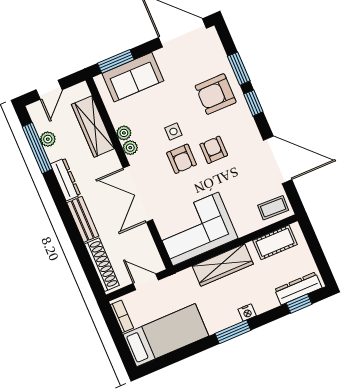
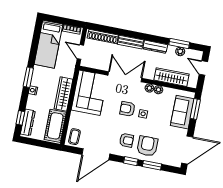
window: (37, 148) -> (179, 44), width x0.69
armchair: (214, 150) -> (126, 140), moved
cot: (275, 242) -> (55, 126), width x1.37, depth x1.34
door: (146, 282) -> (80, 52), swing flipped

